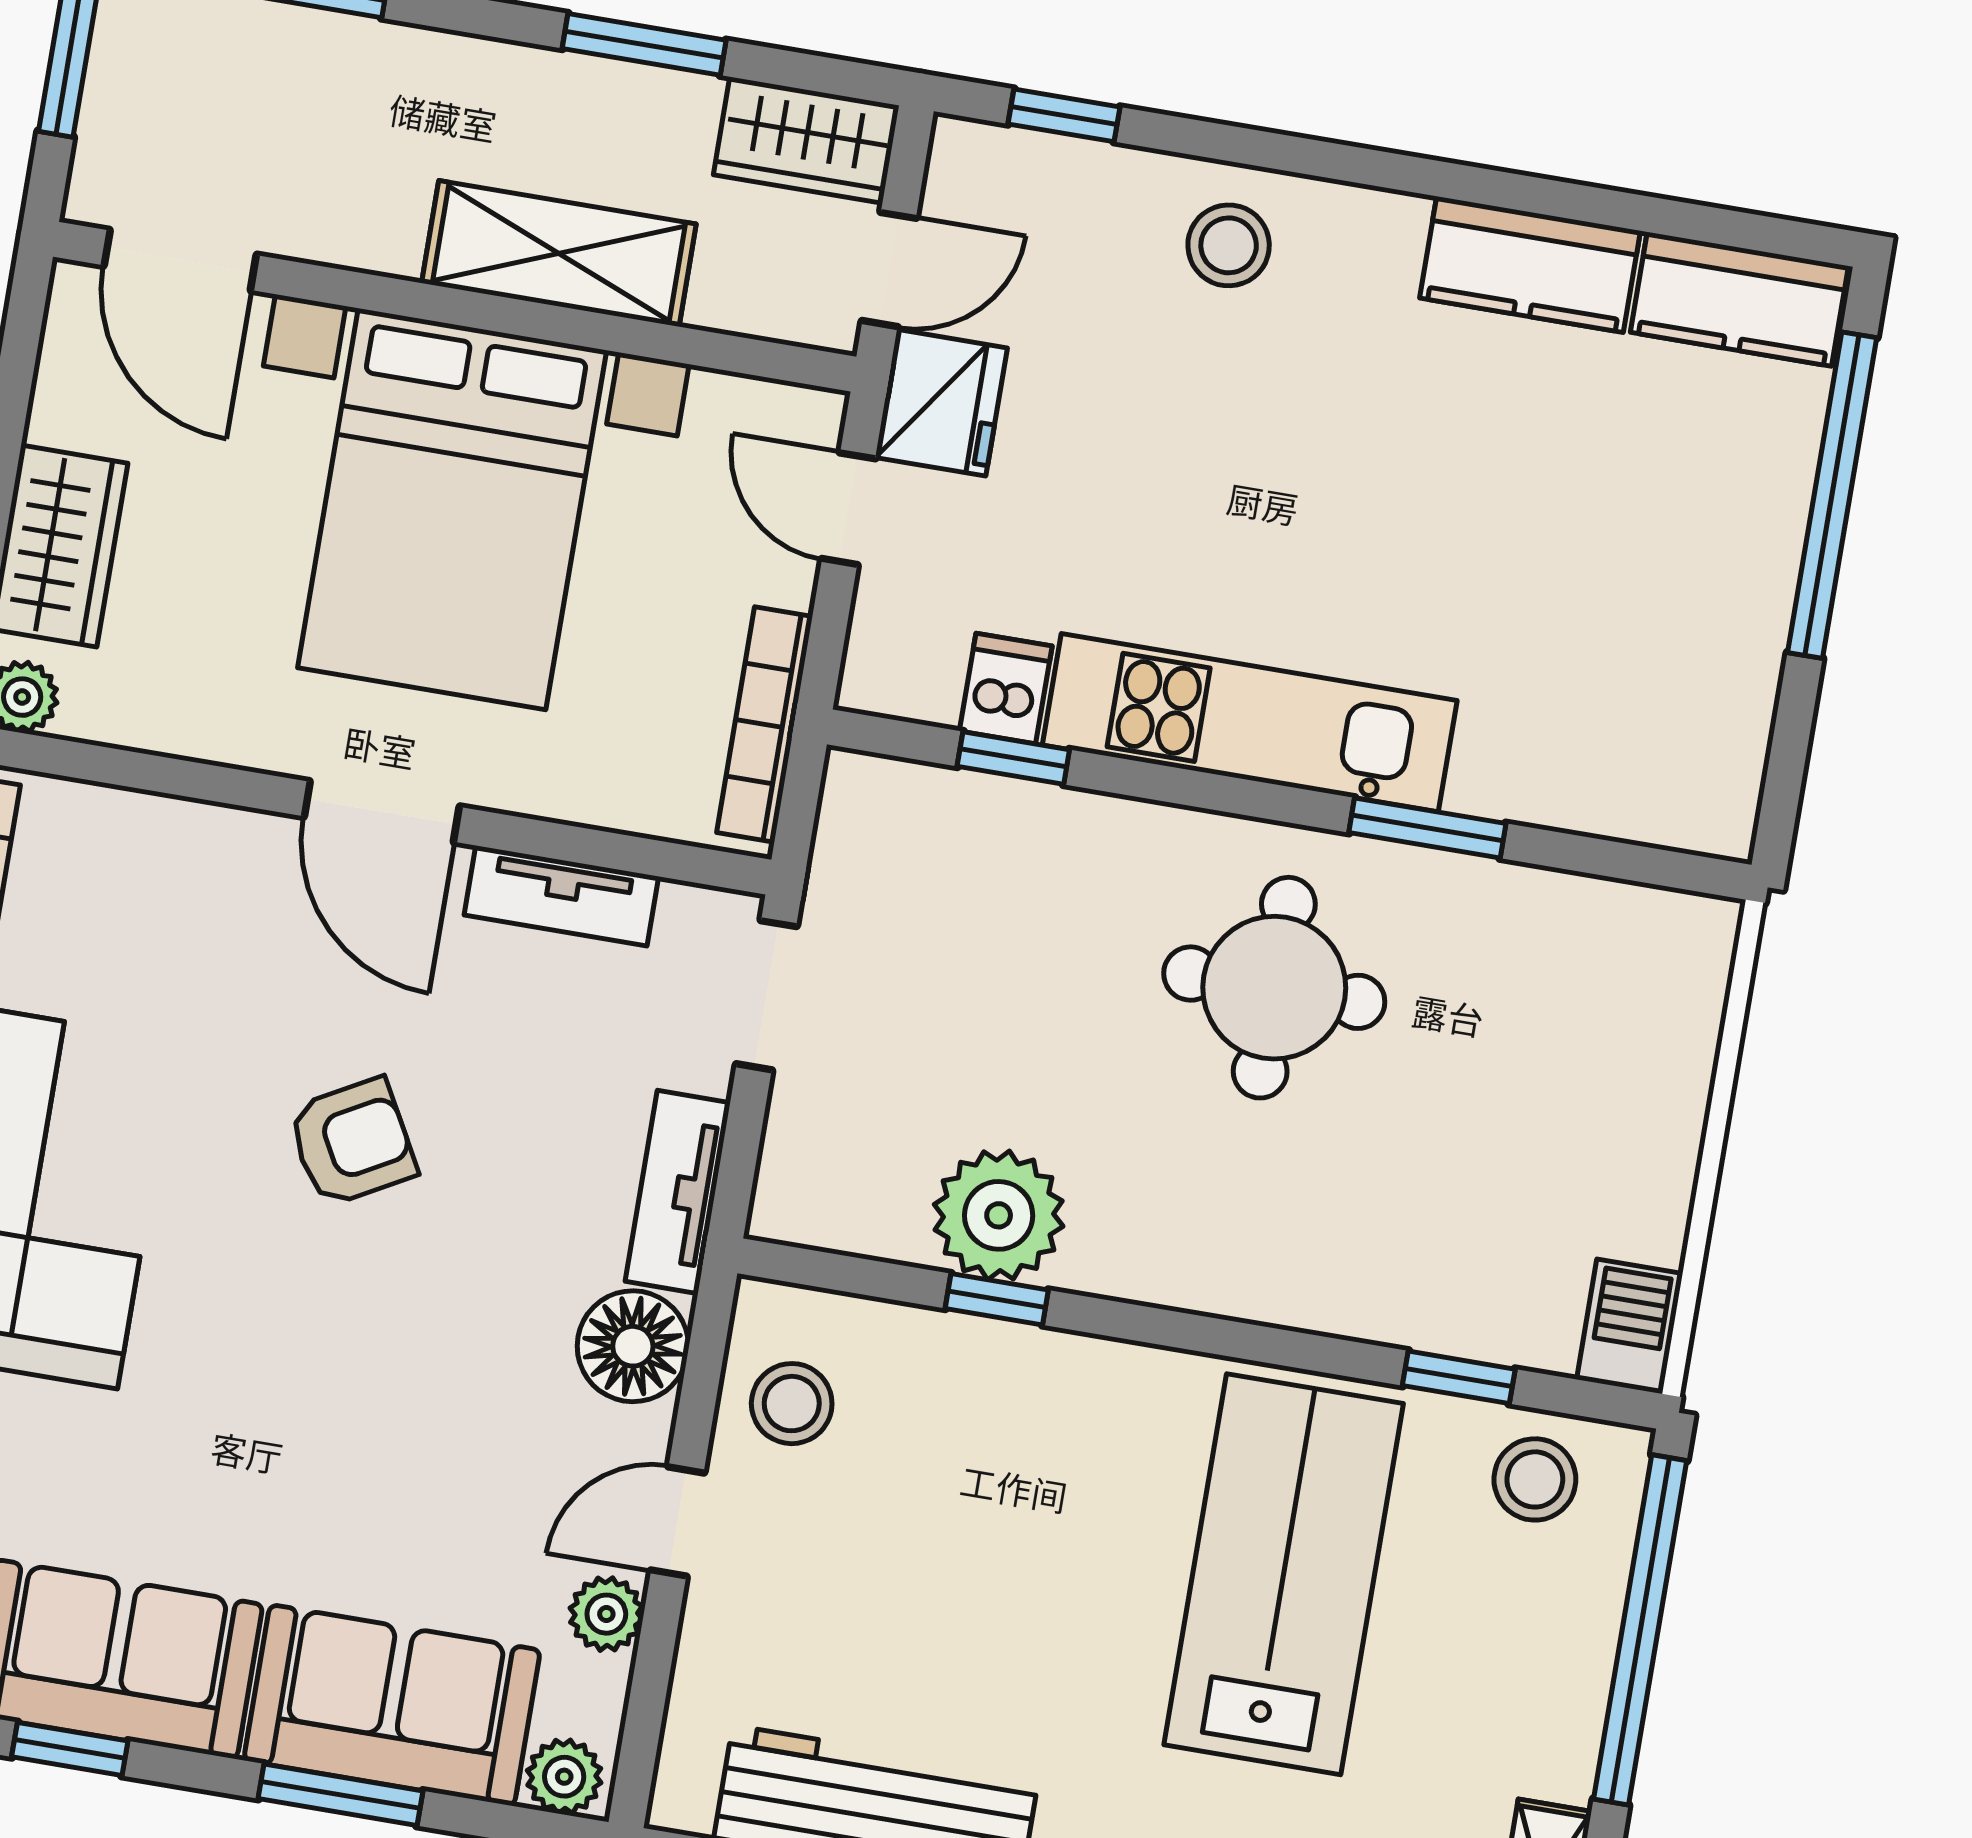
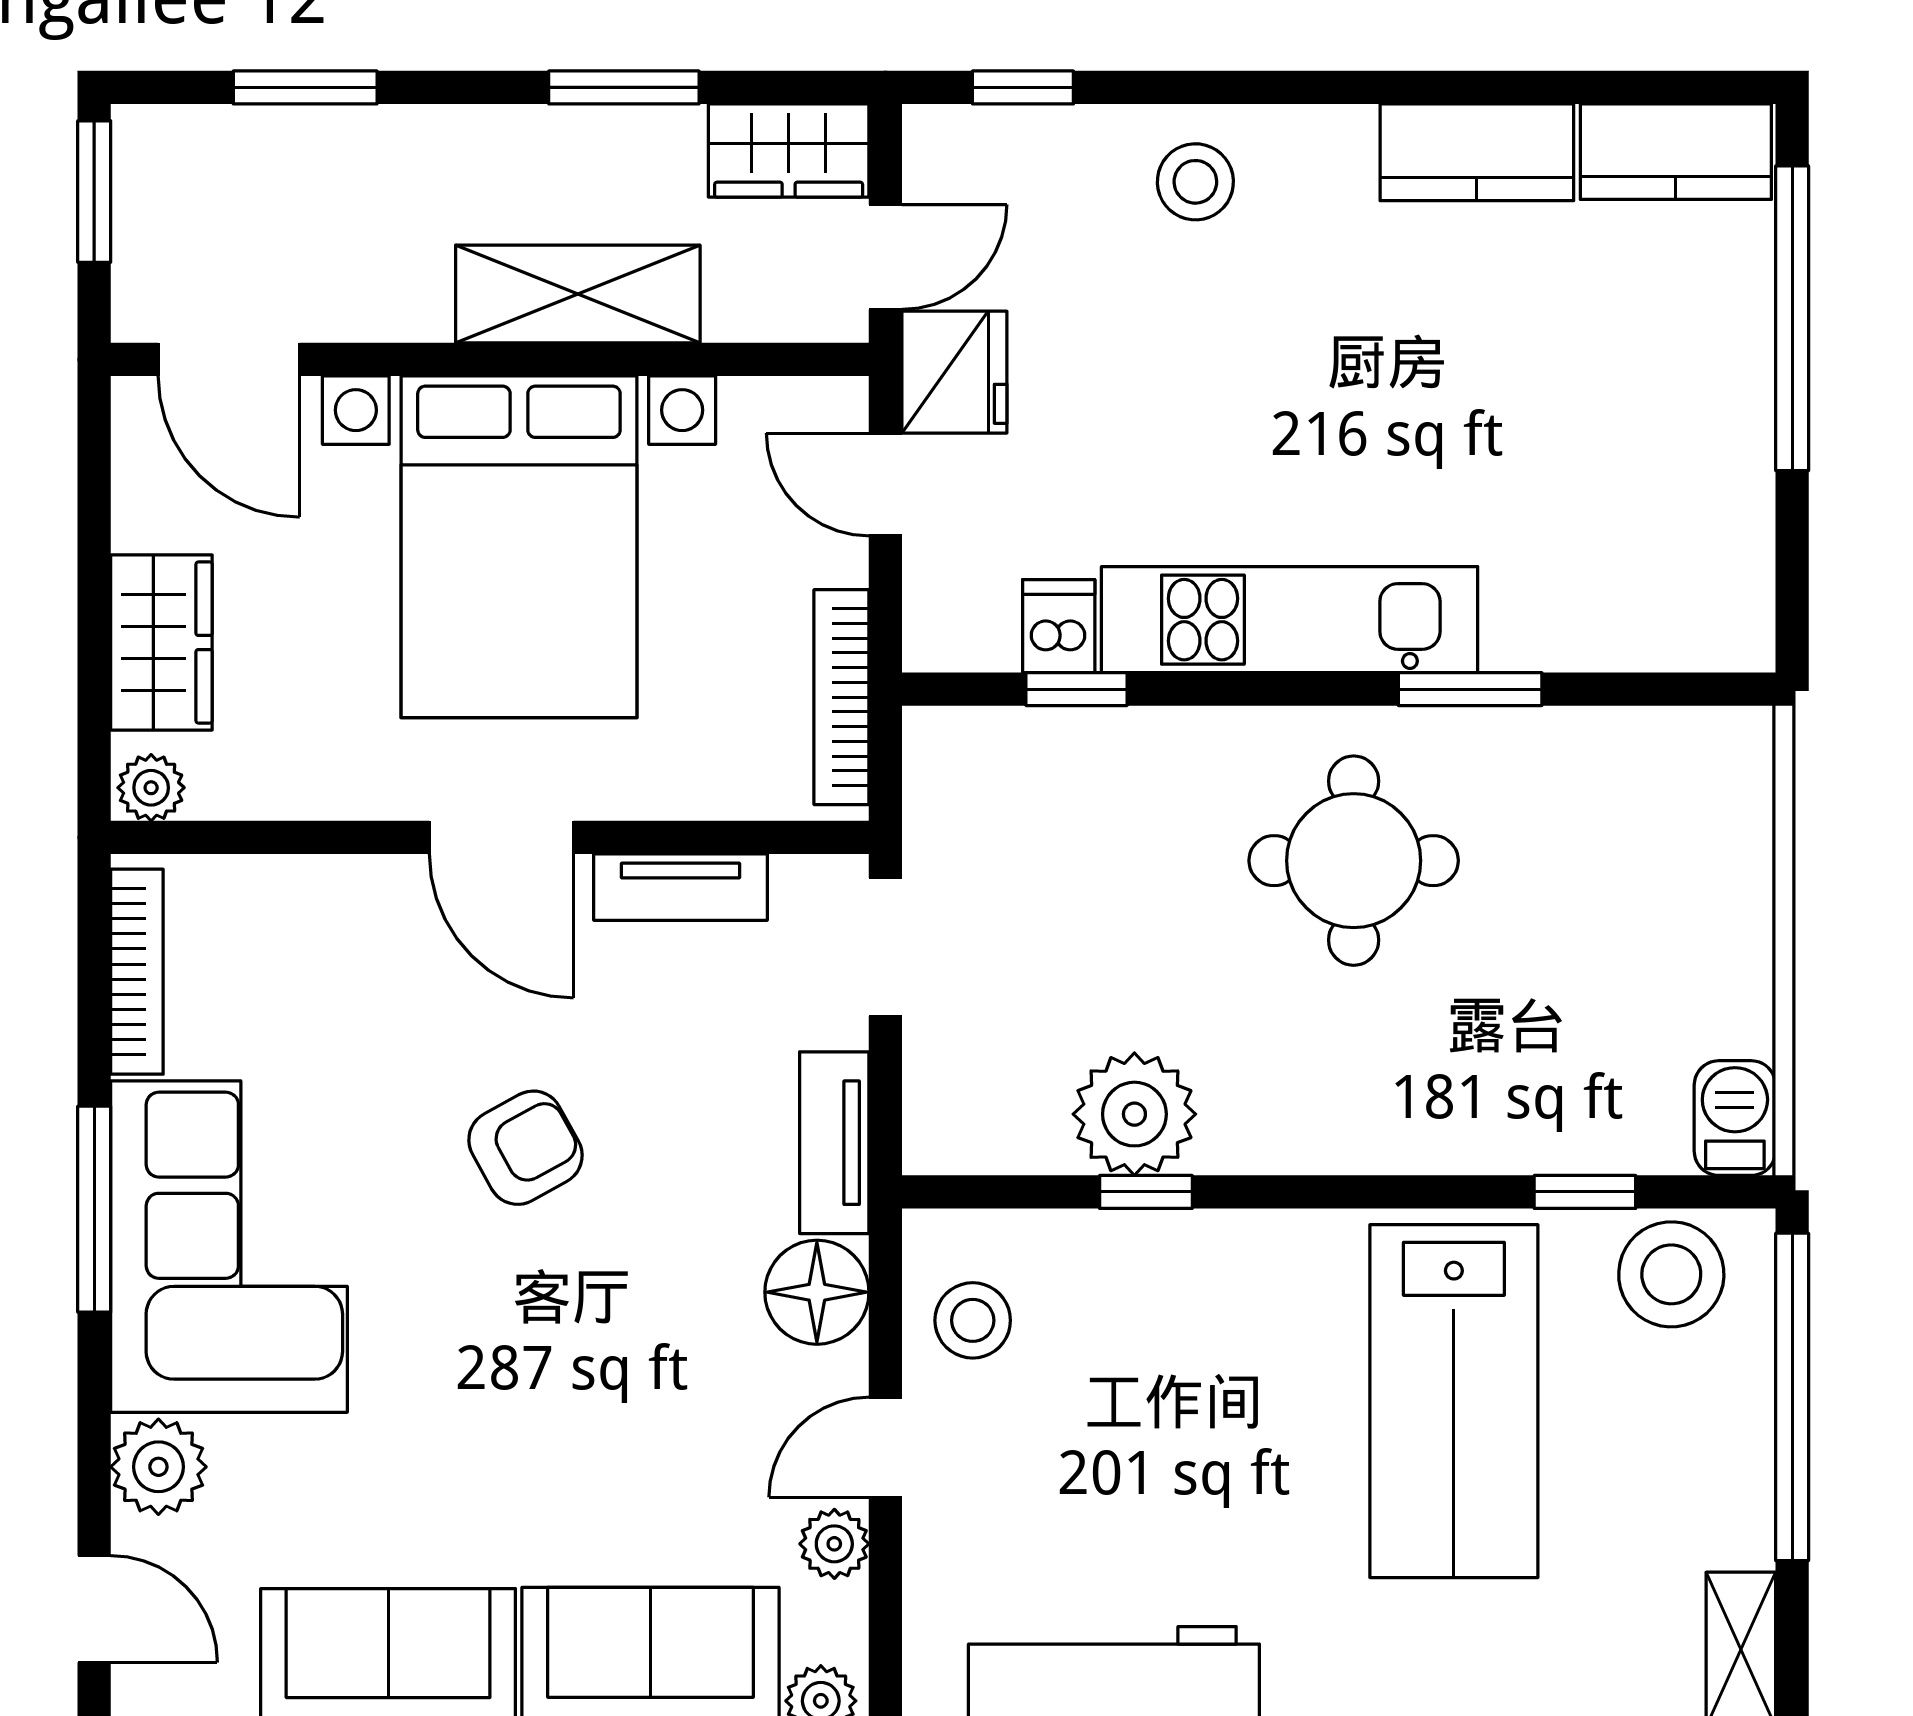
stool: (1535, 1479) -> (1671, 1274), width x1.38, depth x1.38
lab bench: (1284, 1574) -> (1454, 1401), turned 180

